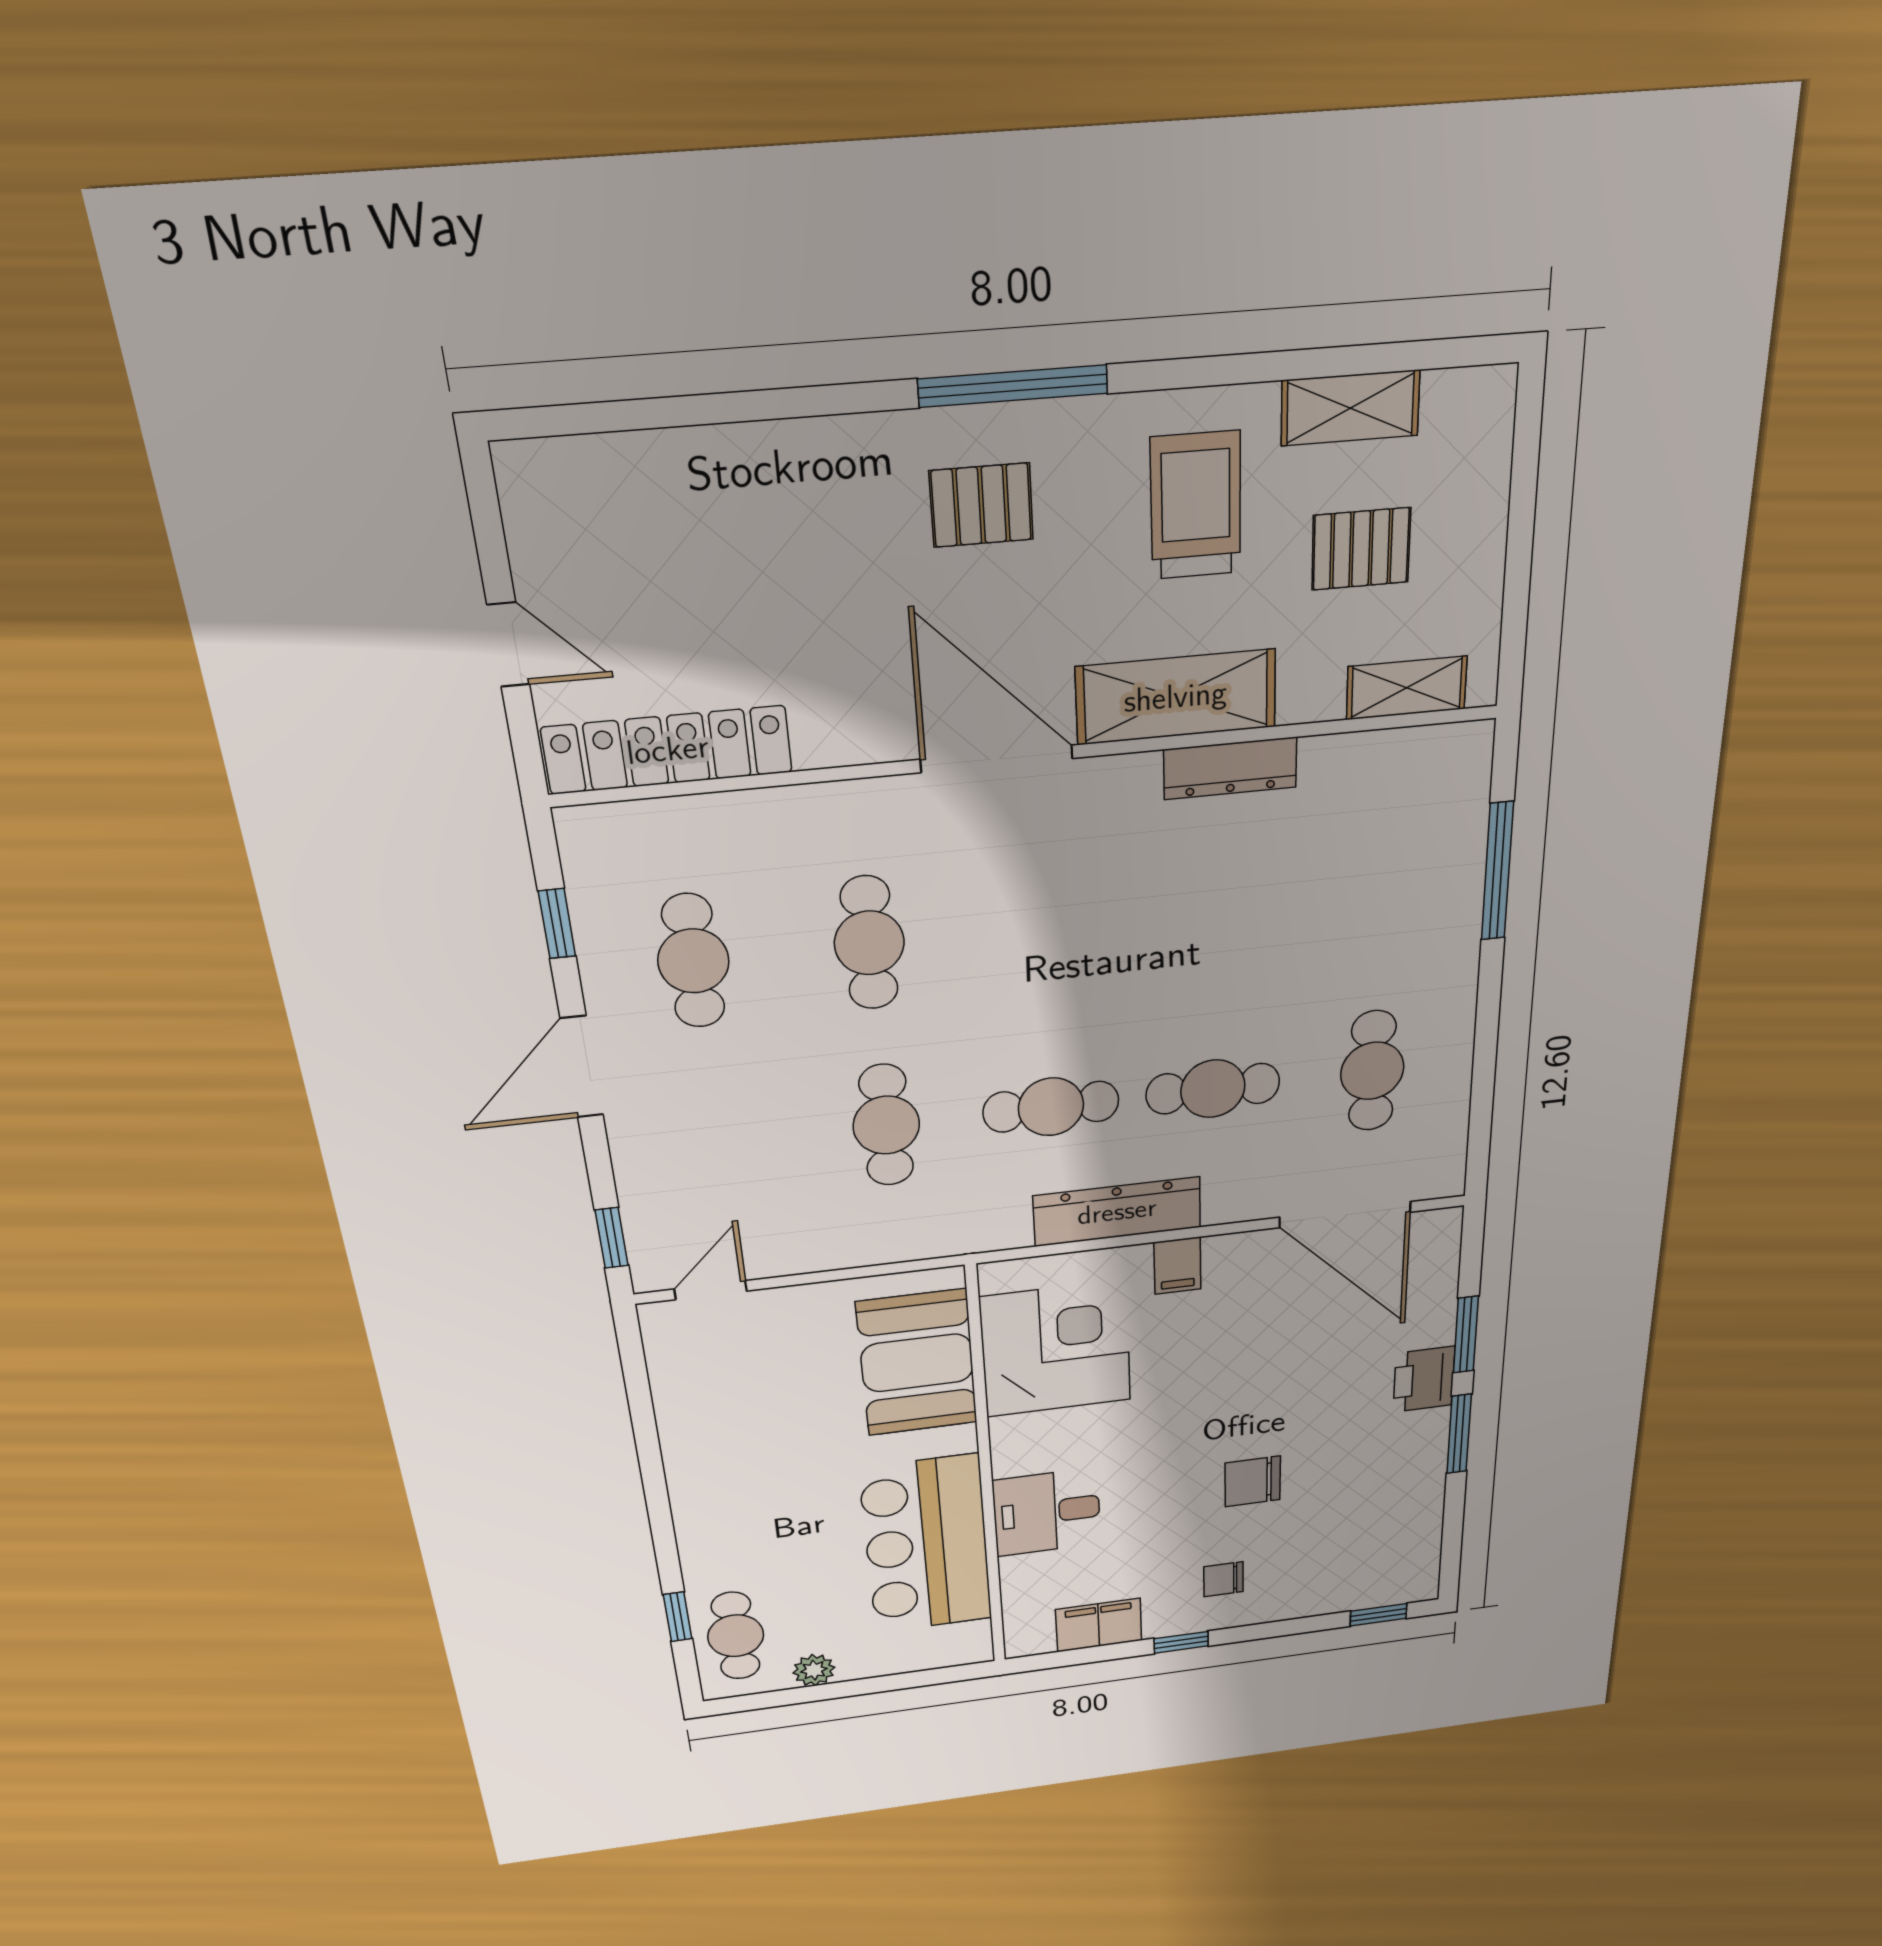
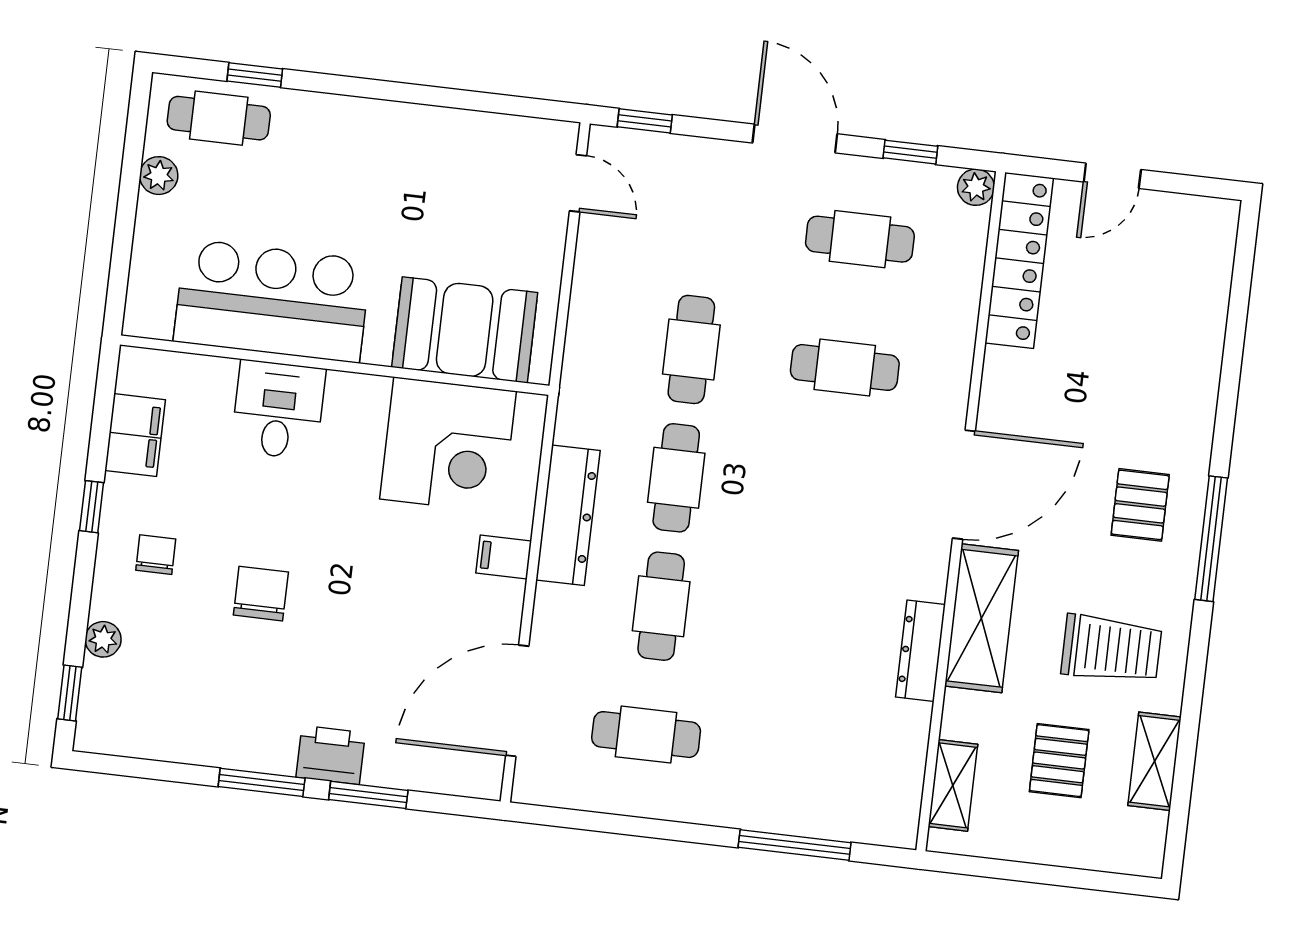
plant: (580, 829) -> (976, 187), added
cafe table: (886, 1125) -> (691, 349), turned 90
plant: (1319, 1601) -> (103, 639), added

